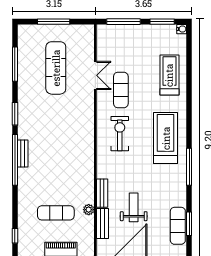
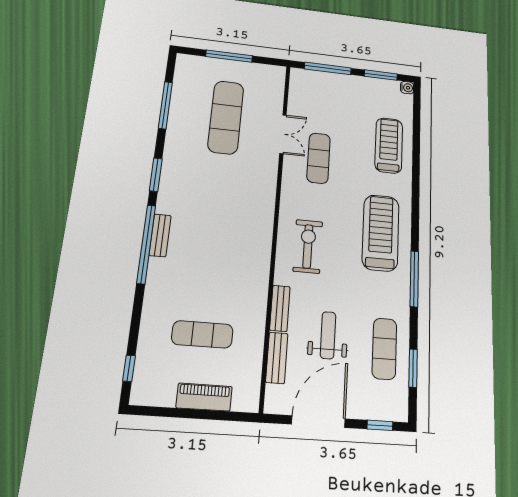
exercise bike: (120, 134) -> (308, 246), moved
plant: (89, 210) -> (256, 333), removed
exercise mat: (178, 226) -> (384, 349), moved

